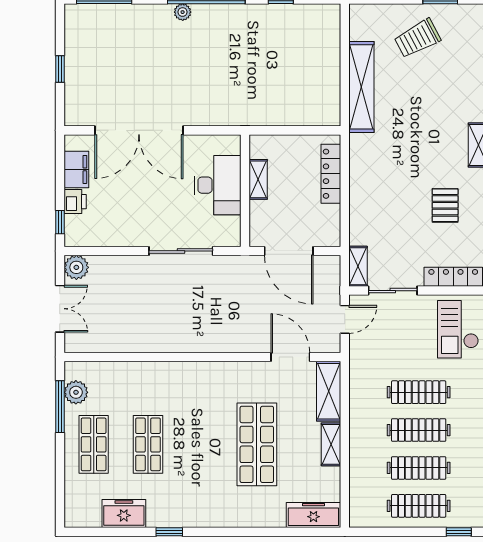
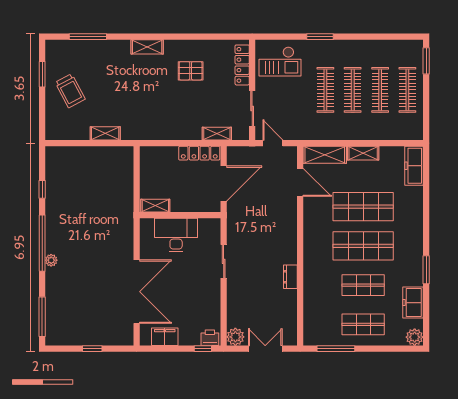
shelving: (361, 87) -> (105, 133), width x0.45, depth x0.75
locker: (331, 174) -> (199, 153), moved
shelving: (258, 179) -> (155, 206), moved
printer: (75, 202) -> (210, 338), moved
sliding door: (181, 251) -> (224, 261), width x0.73
shelving: (358, 266) -> (217, 134), moved
dresser: (160, 344) -> (290, 277), added
door: (290, 357) -> (300, 182), swing flipped
plant: (76, 392) -> (415, 337), moved
shop shelf: (202, 444) -> (363, 246), added
window: (169, 532) -> (426, 270), width x1.50
window: (459, 532) -> (426, 61), width x1.50

